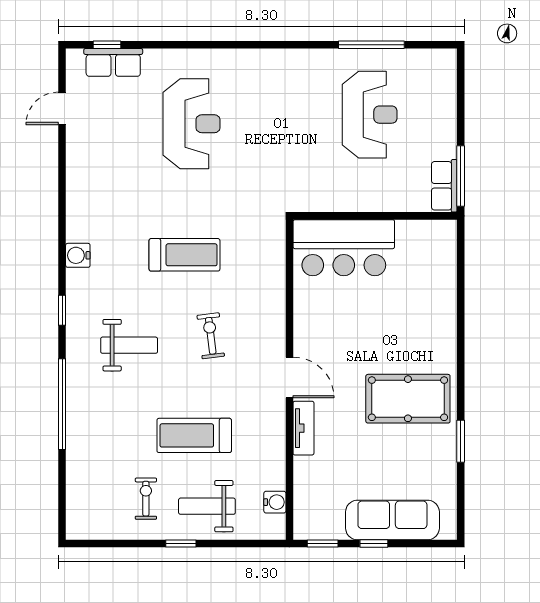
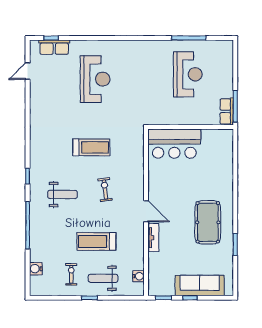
water cooler: (78, 255) -> (36, 269), moved
pool table: (408, 399) -> (208, 222), turned 90

